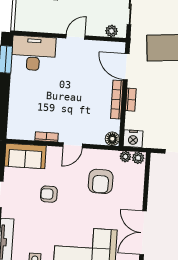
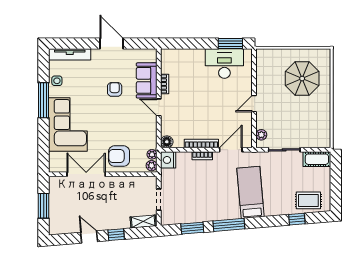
door: (76, 37) -> (254, 104), swing flipped
desk: (34, 53) -> (224, 64), moved, turned -90
sofa: (25, 156) -> (147, 80), moved
armchair: (101, 181) -> (119, 156), moved

